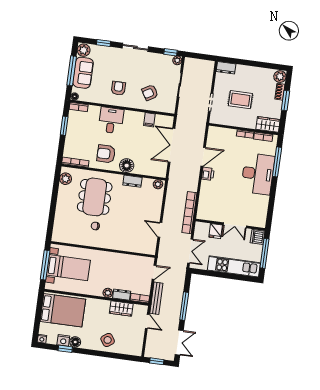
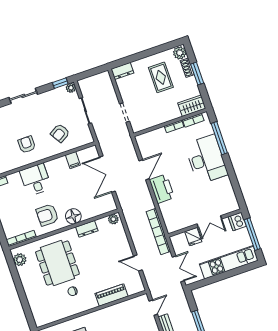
rug: (240, 100) -> (161, 77), moved, turned 90
printer: (208, 174) -> (162, 189), width x1.87, depth x1.48
piano: (125, 245) -> (111, 295), added

